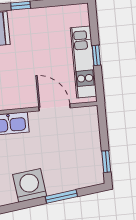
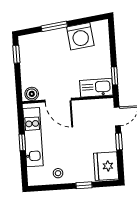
stool: (52, 19) -> (58, 173), added
boiler: (87, 114) -> (32, 94), added

